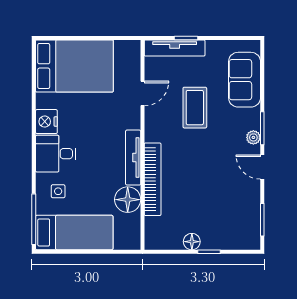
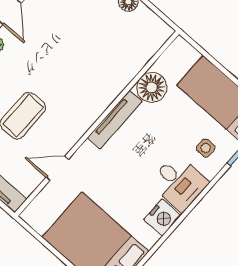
bookcase: (153, 179) -> (115, 86), removed

